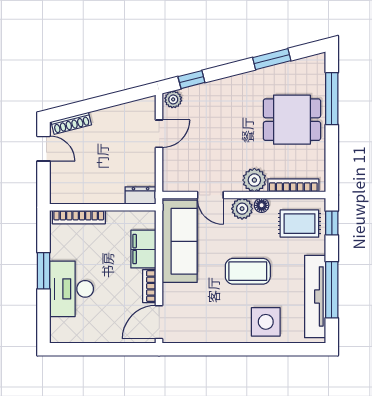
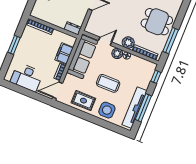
window: (332, 99) -> (171, 41), moved
door: (210, 195) -> (105, 41), swing flipped
rug: (299, 224) -> (83, 101), moved
desk: (72, 289) -> (27, 77), moved, turned -90

